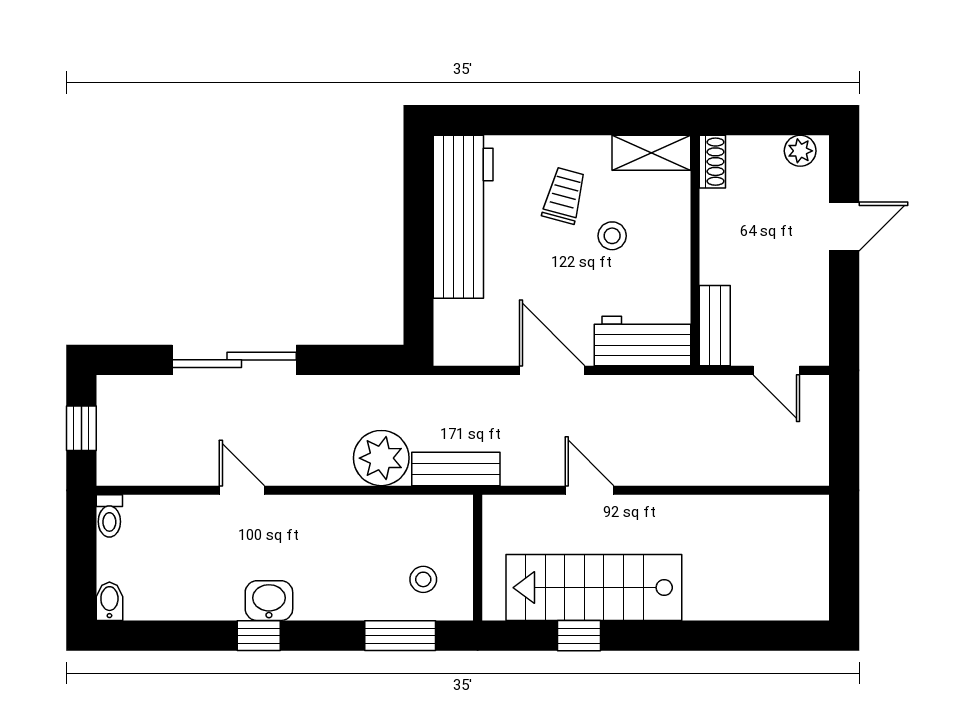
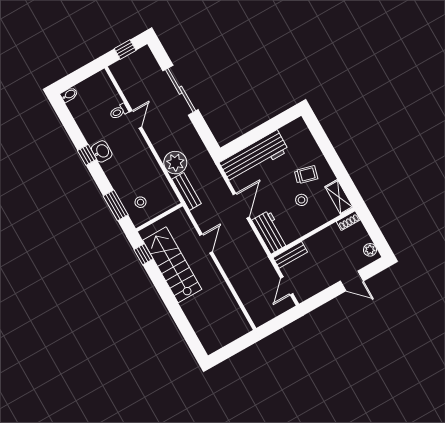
workbench: (463, 217) -> (254, 157), moved
toilet: (109, 516) -> (119, 112), moved
window: (579, 636) -> (144, 254), moved

